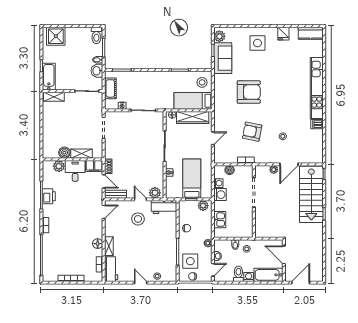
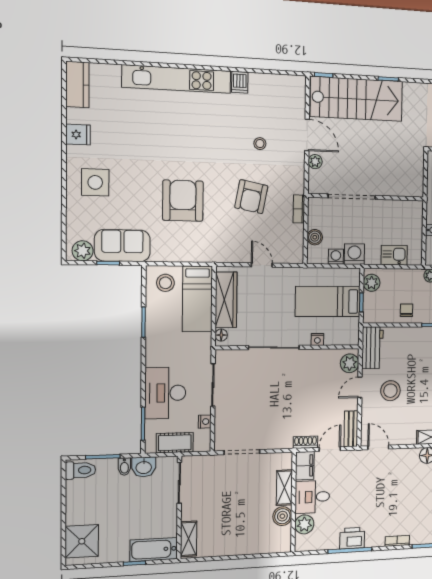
desk: (139, 83) -> (165, 393), added

